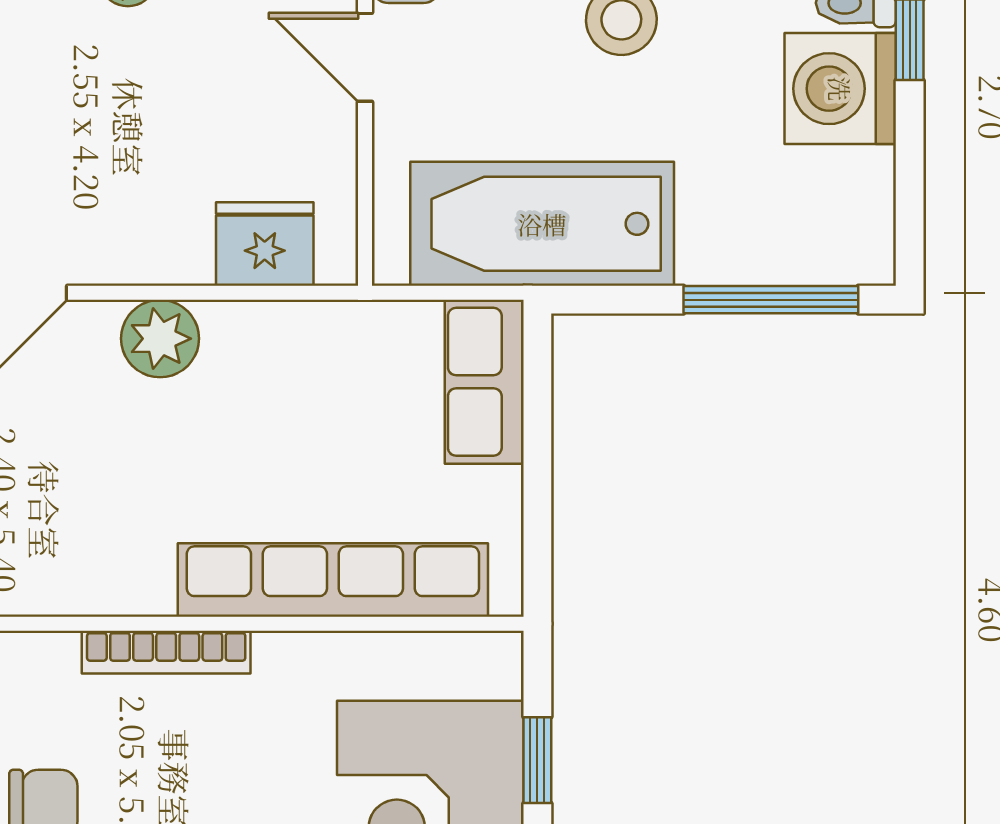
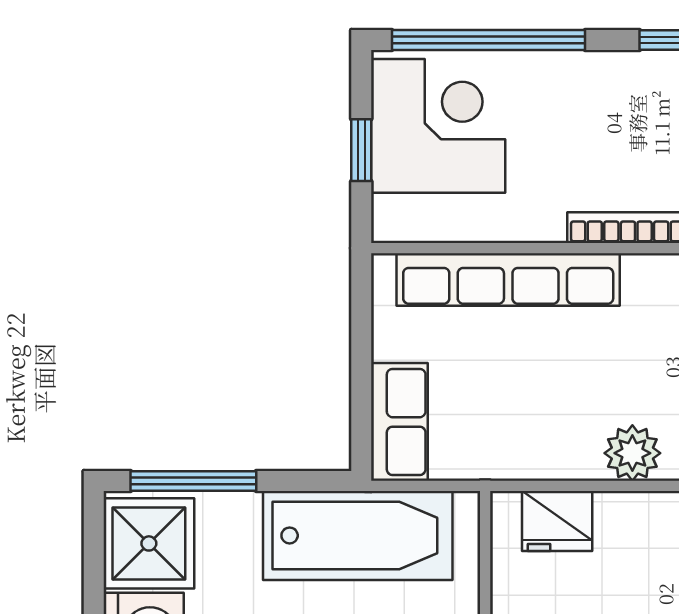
shower: (833, 213) -> (149, 543), added

